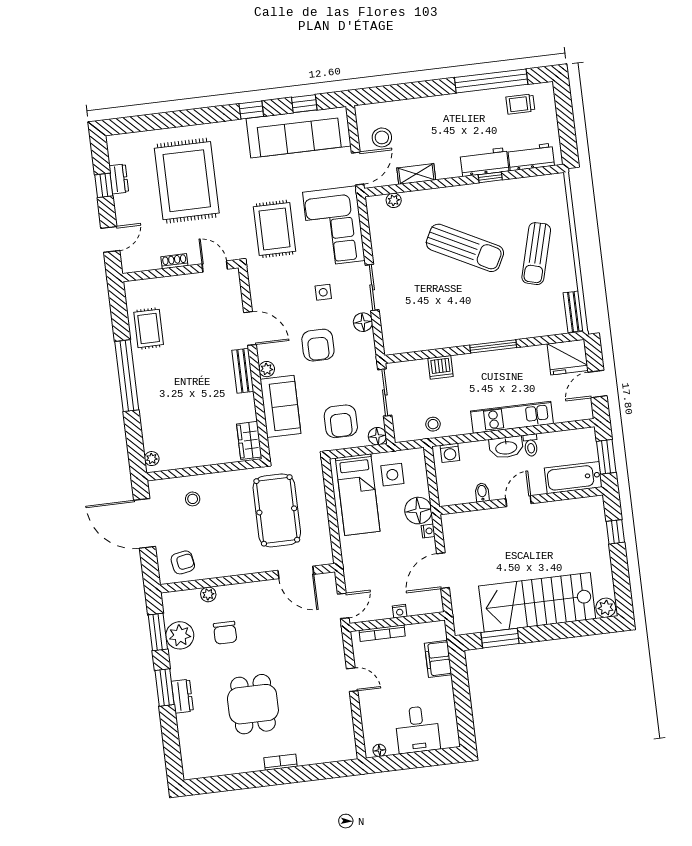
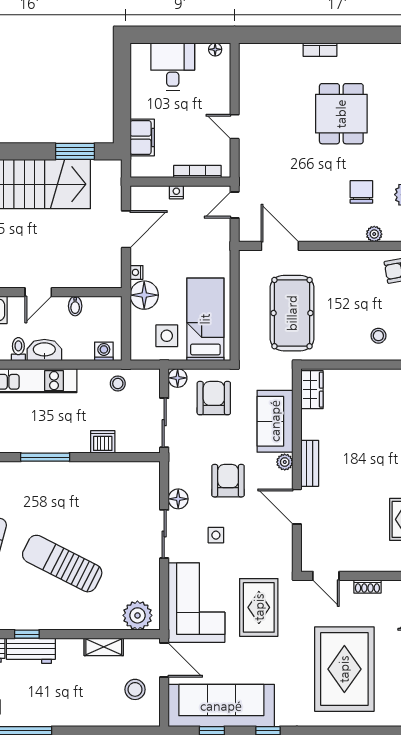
door: (358, 169) -> (164, 660), swing flipped
plant: (394, 200) -> (137, 615), width x1.88, depth x1.88

